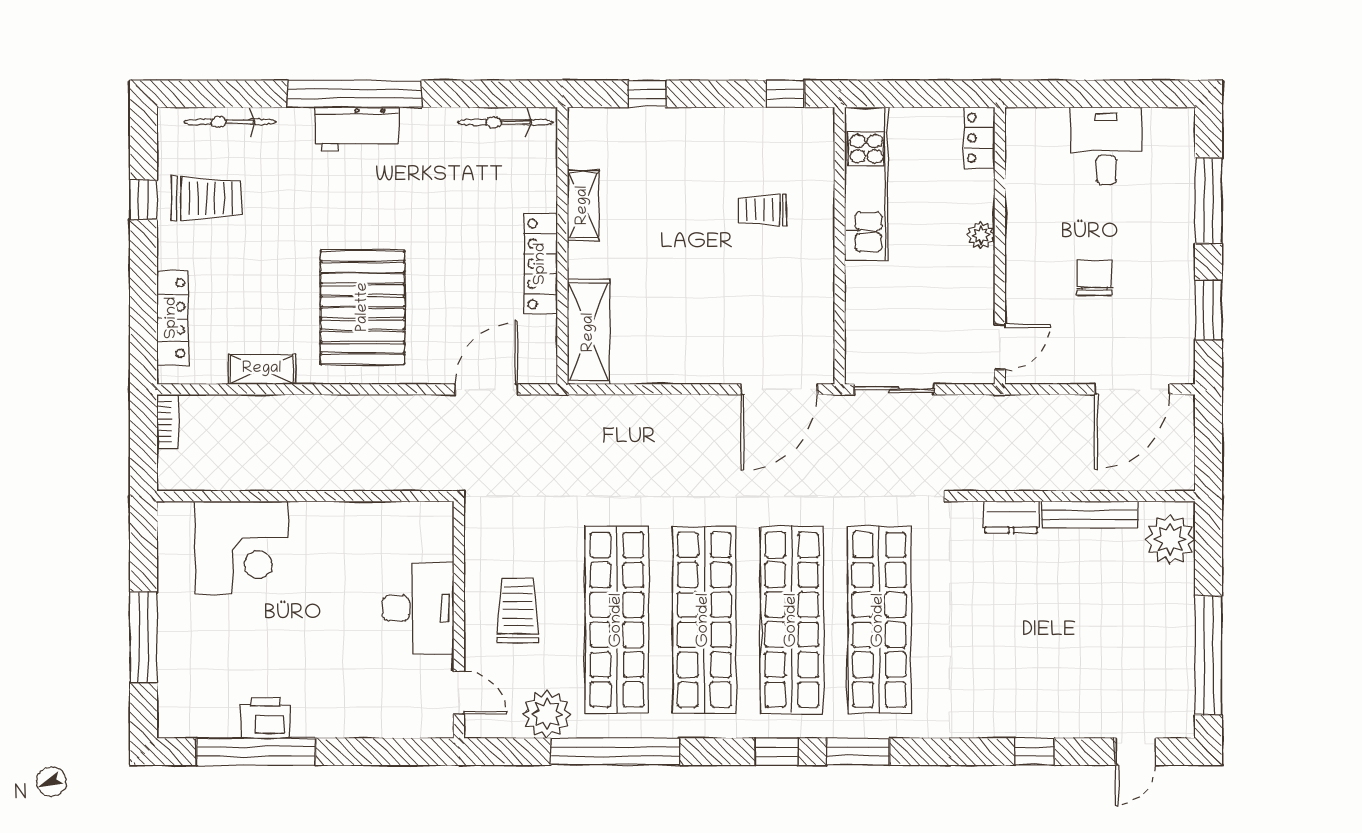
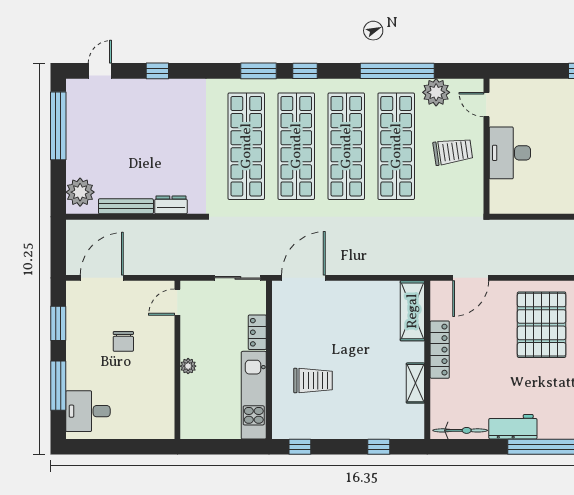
workbench: (357, 129) -> (513, 427), moved
locker: (979, 138) -> (257, 332), moved, turned 180
desk: (1106, 146) -> (88, 411), moved, turned 90
trolley: (763, 210) -> (313, 380), width x1.36, depth x1.39
trolley: (518, 611) -> (453, 151), turned -98

